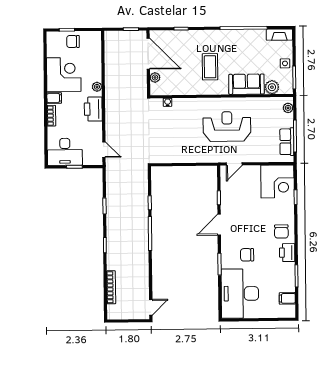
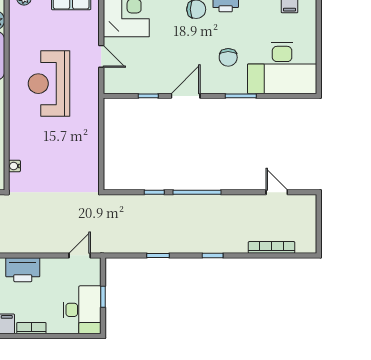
door: (234, 164) -> (101, 56), moved
door: (219, 225) -> (186, 96), swing flipped
door: (151, 307) -> (277, 192), moved

